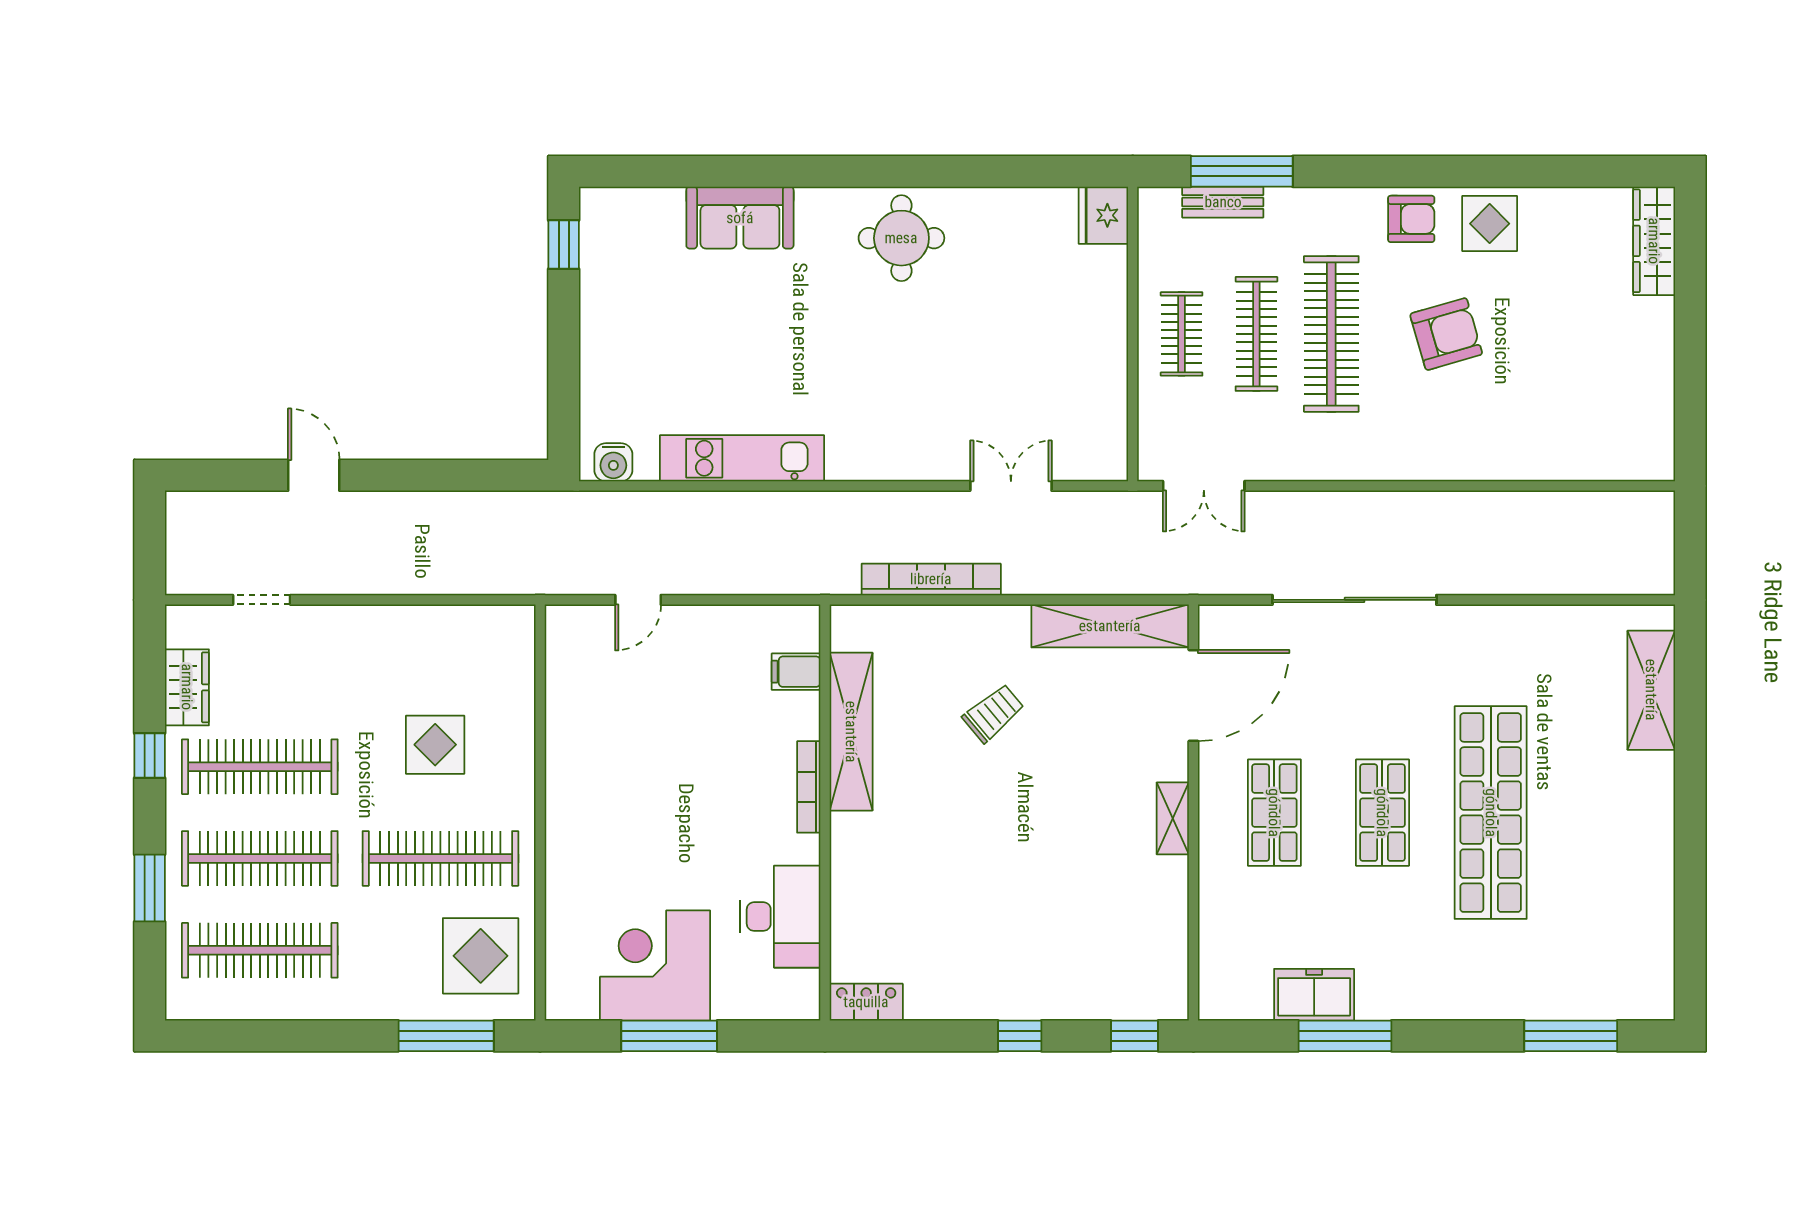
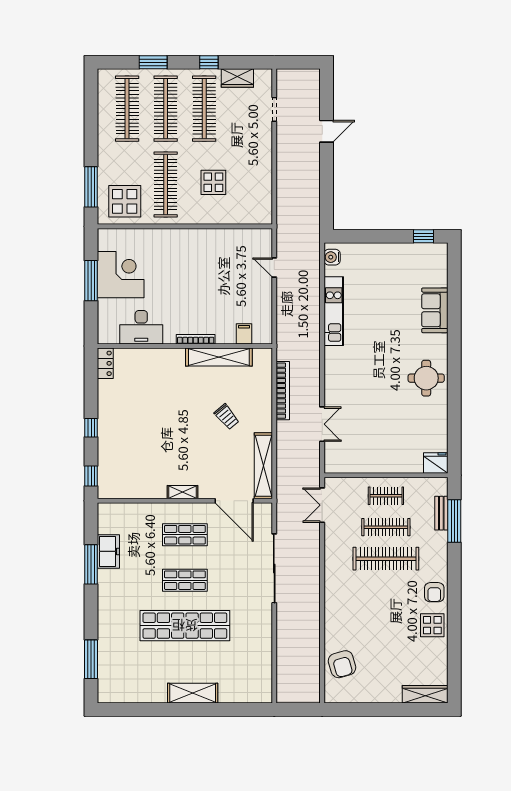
armchair: (1446, 334) -> (342, 664), moved
shelving: (1651, 690) -> (193, 693), moved

